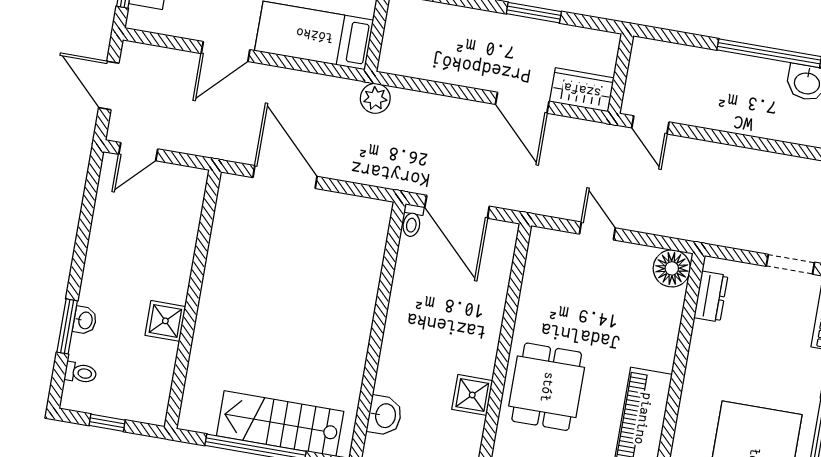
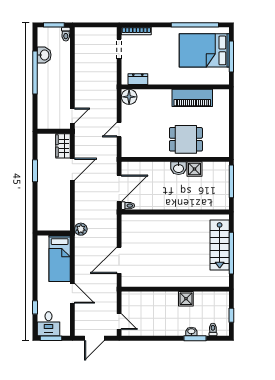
washbasin: (385, 416) -> (179, 168), moved, turned 180

